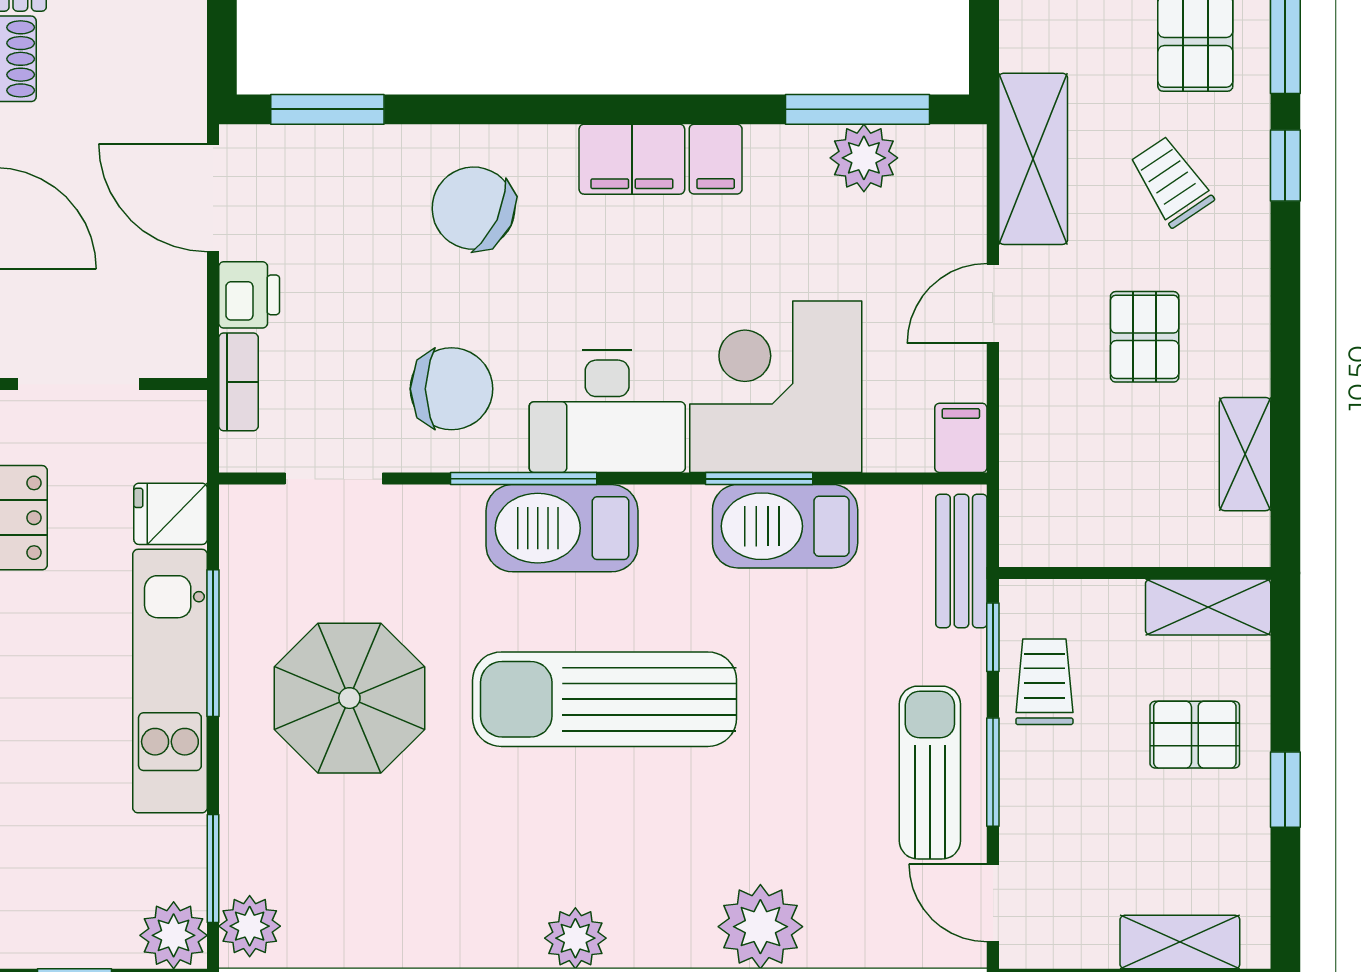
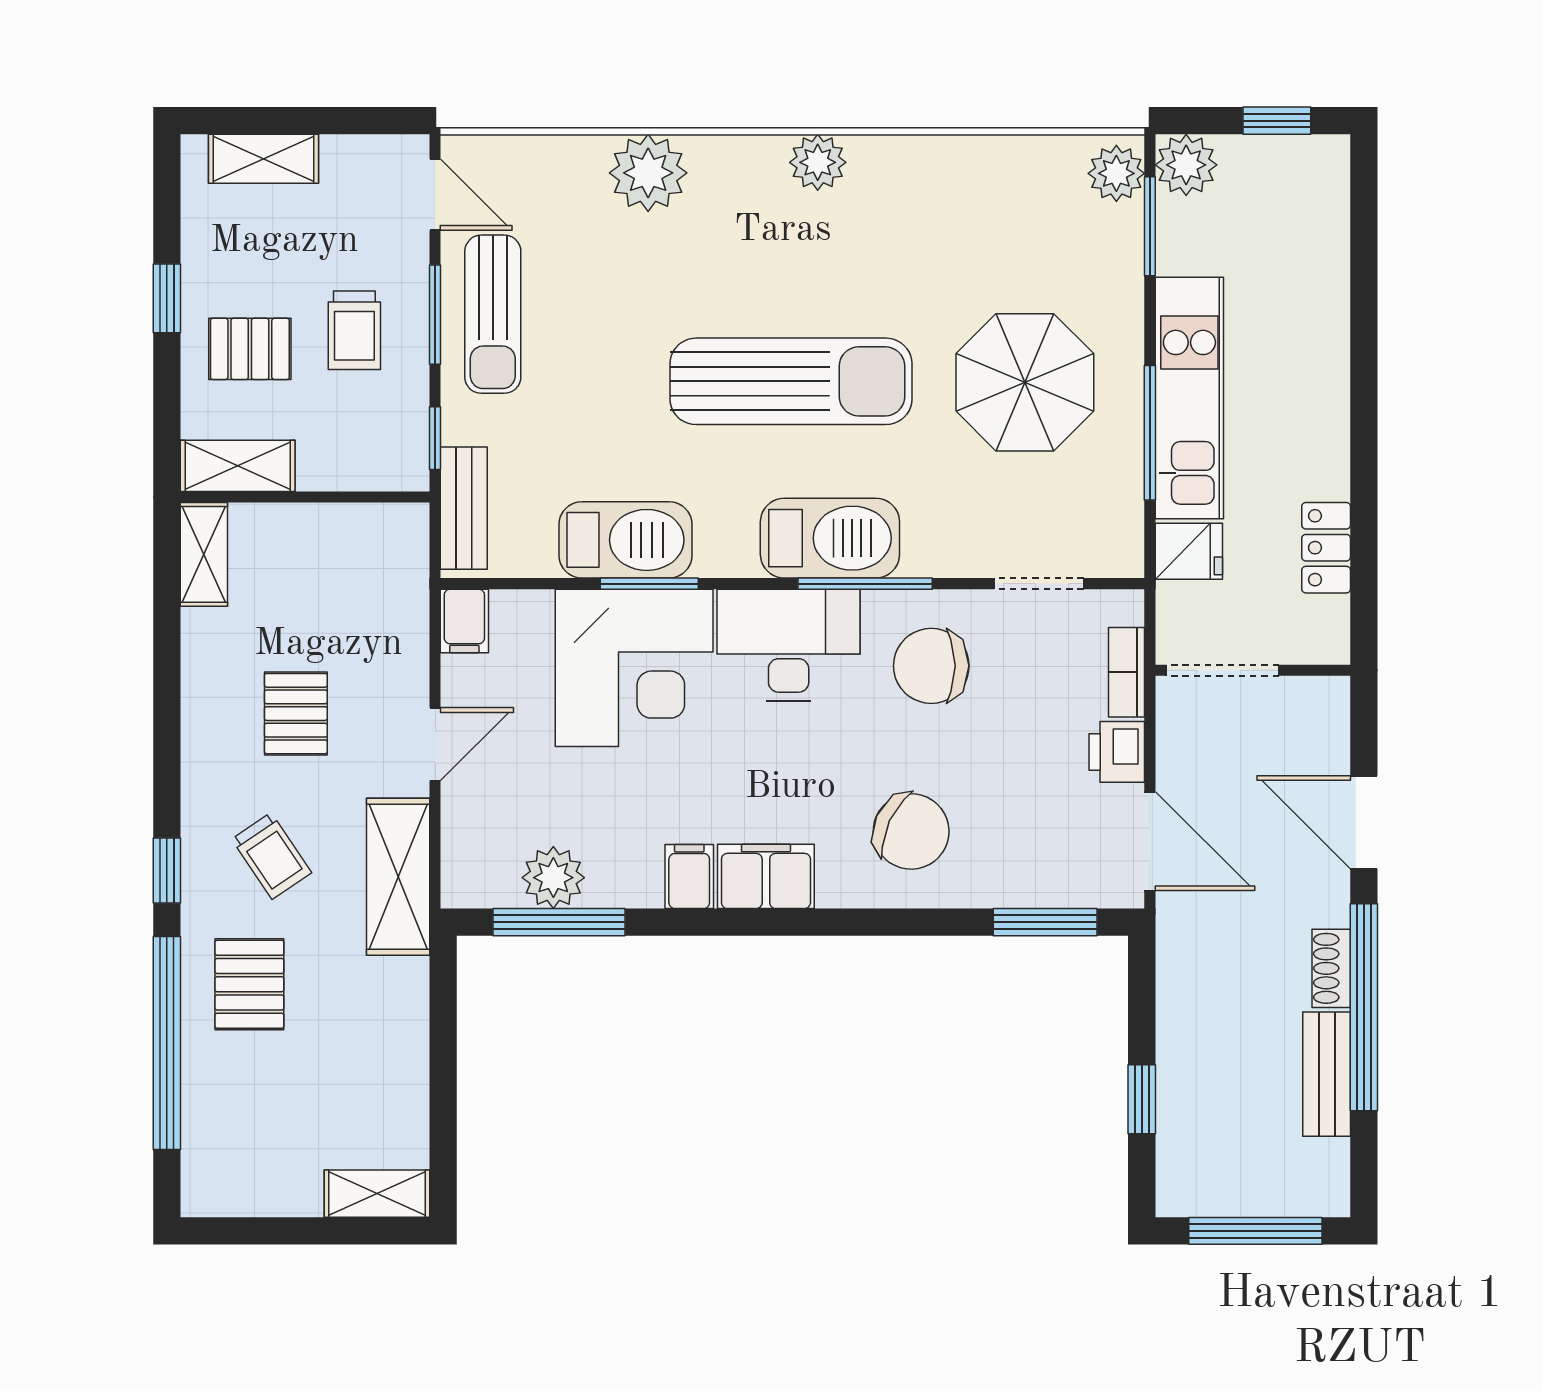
doorway: (78, 384) -> (1223, 670), moved
shelving: (1245, 454) -> (204, 554), moved
trolley: (1044, 682) -> (354, 330), moved

